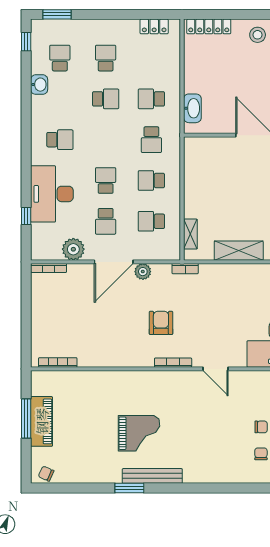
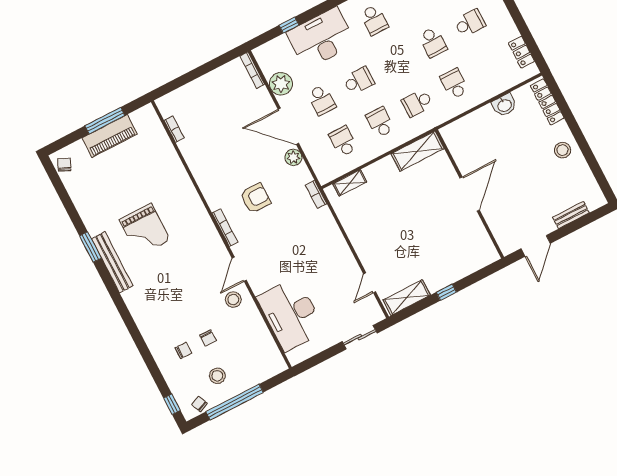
washbasin: (192, 108) -> (504, 105), moved, width x0.72
school desk: (106, 221) -> (322, 100), turned -90
shelving: (239, 251) -> (418, 151), moved, turned 90
bookcase: (58, 362) -> (174, 129), width x0.64
stool: (239, 388) -> (233, 300), added

